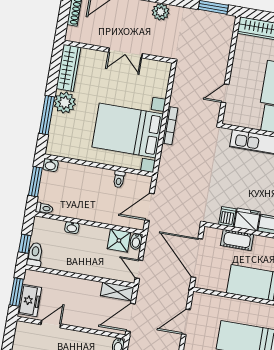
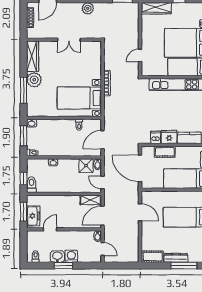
bed with nightstands: (128, 131) -> (79, 98), width x0.73
door: (186, 322) -> (140, 212), swing flipped

